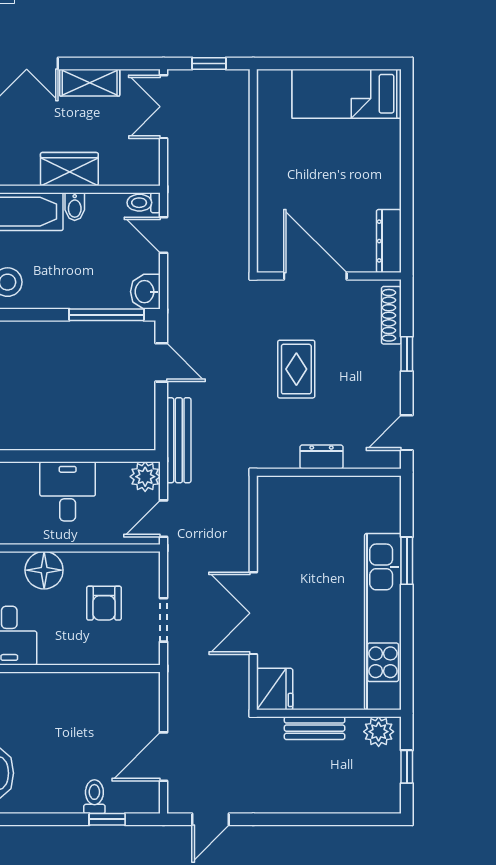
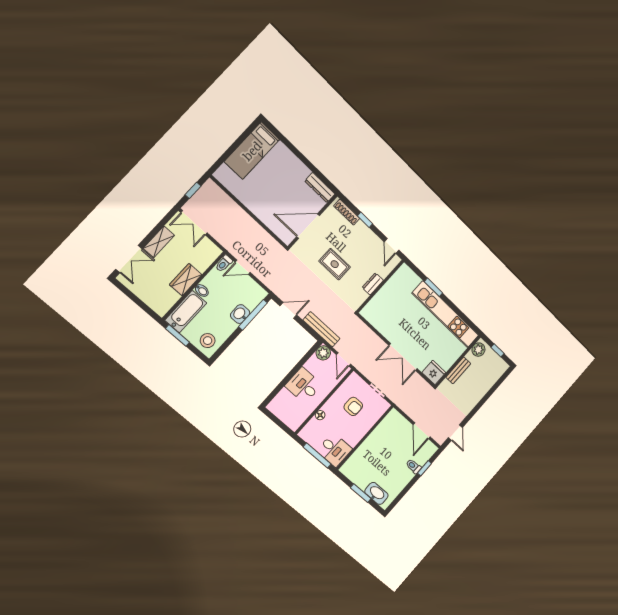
washbasin: (145, 292) -> (240, 314), moved, turned 90
floor lamp: (44, 570) -> (320, 415), width x0.53, depth x0.53

